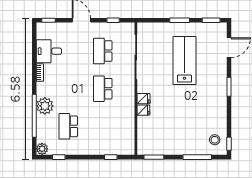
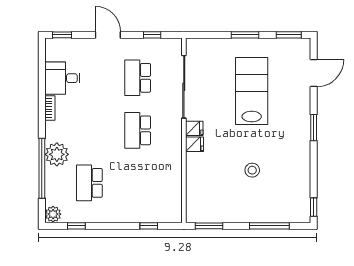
fridge: (143, 110) -> (194, 128), moved
stool: (215, 140) -> (252, 170), moved

